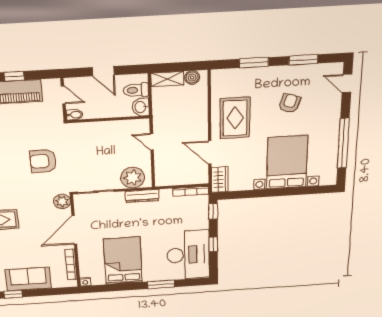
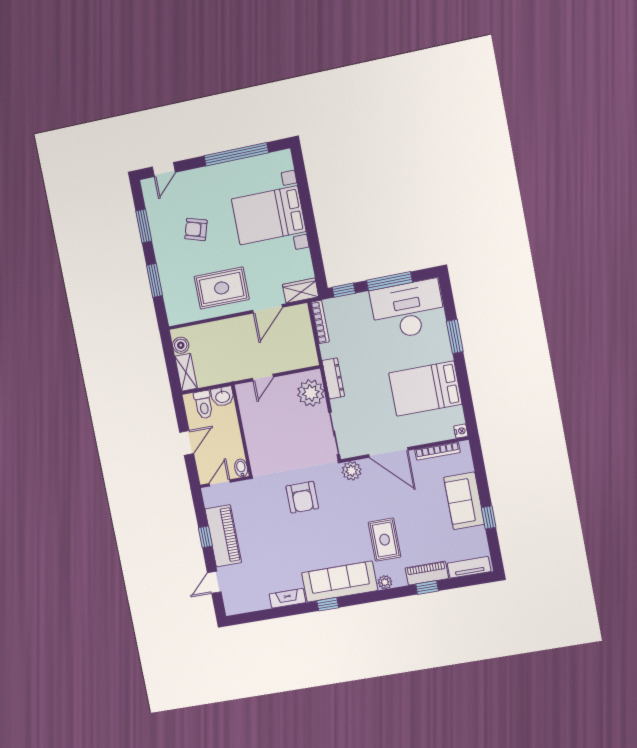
window: (213, 244) -> (389, 281), width x2.17

